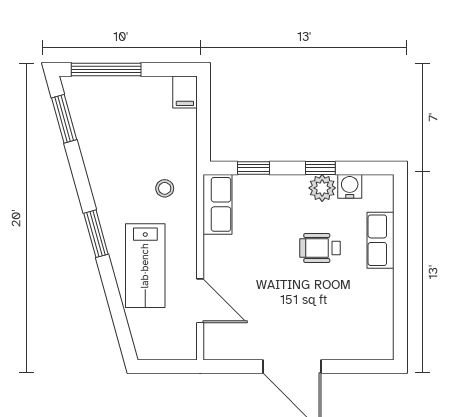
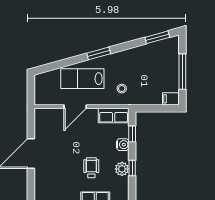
window: (106, 70) -> (182, 72), moved
water cooler: (350, 186) -> (123, 145), moved
door: (200, 301) -> (75, 107), moved

